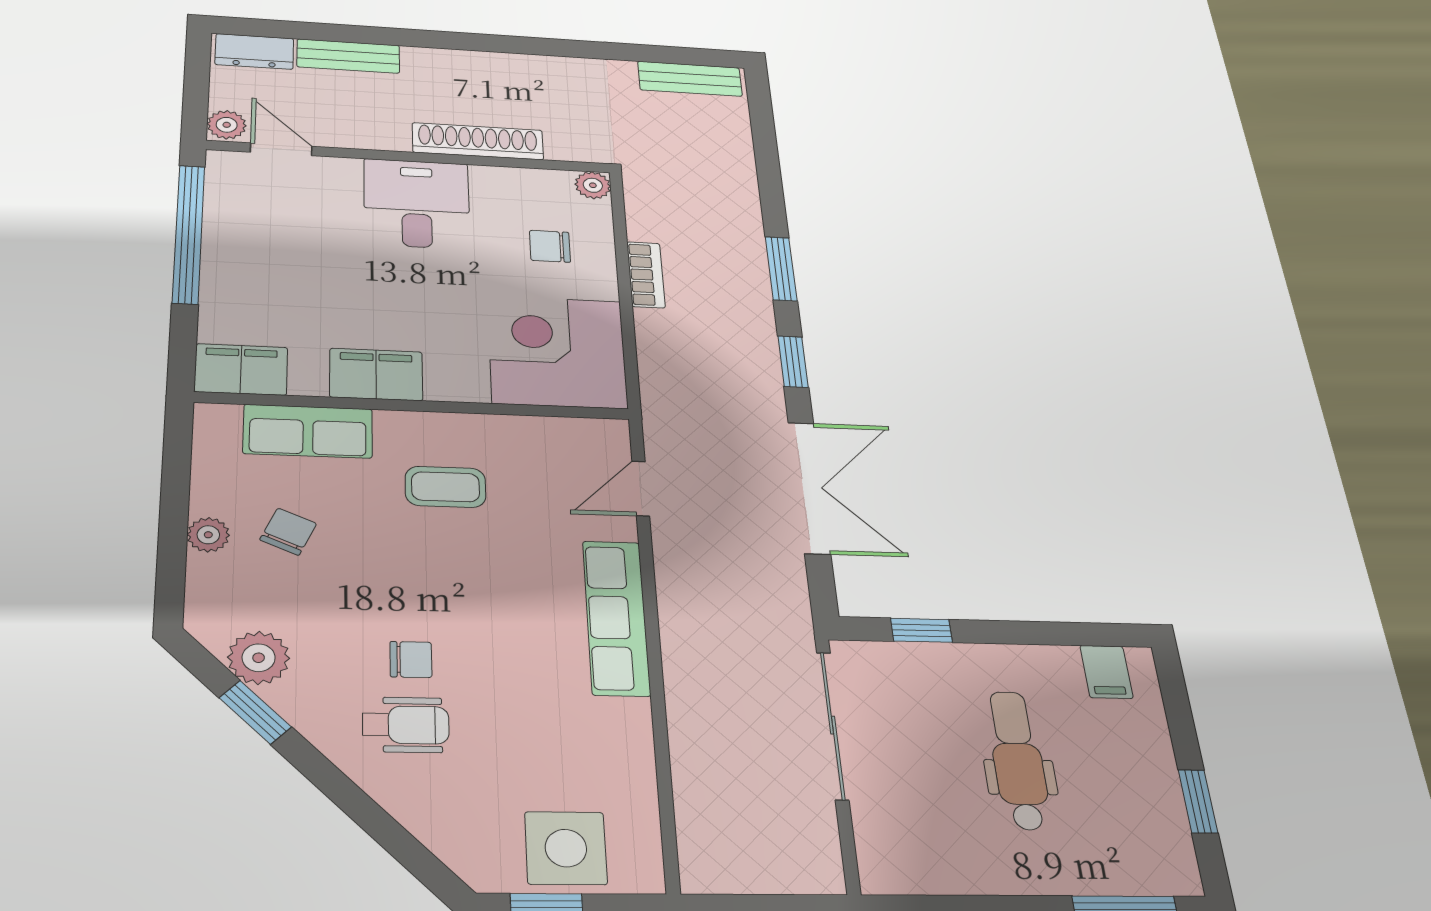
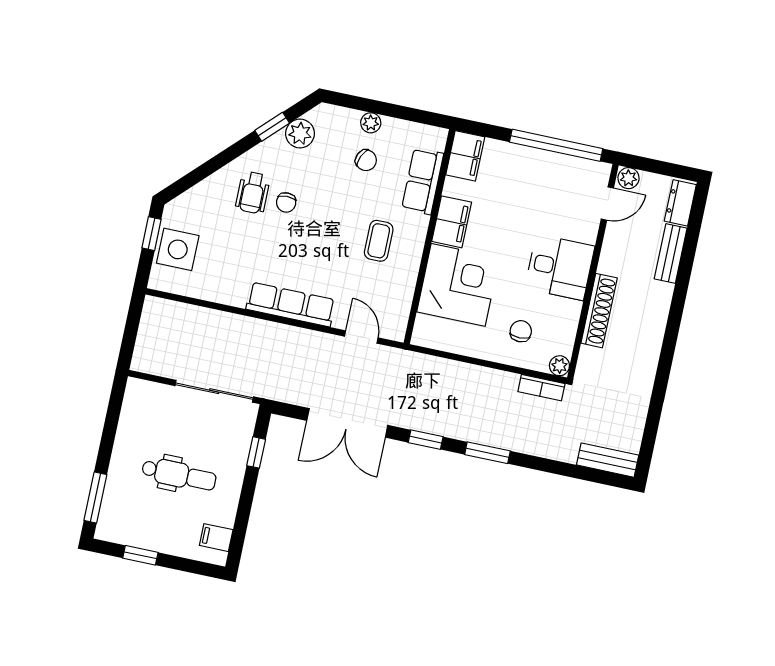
bench: (690, 79) -> (608, 460), moved, turned 90
bookcase: (646, 275) -> (541, 388), moved
corner desk: (557, 352) -> (458, 285), moved

